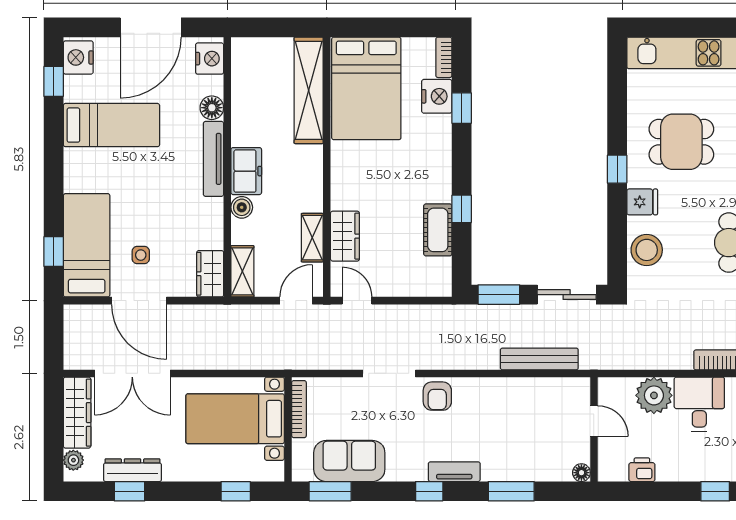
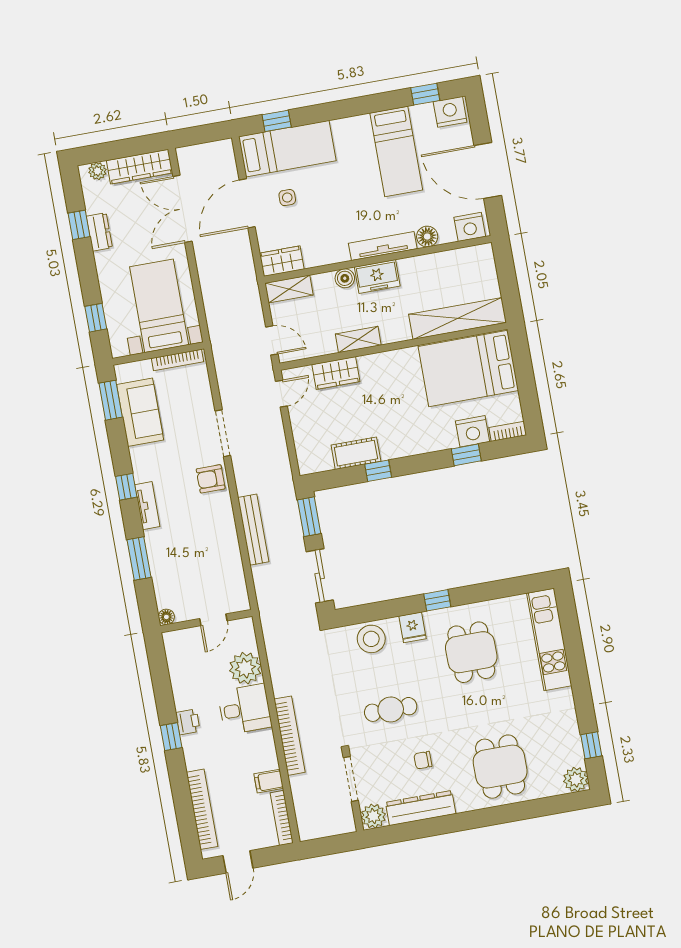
shelving: (312, 238) -> (358, 340), moved
bench: (539, 359) -> (253, 530), moved
dresser: (132, 470) -> (99, 232), width x0.70
printer: (642, 470) -> (188, 722), moved

